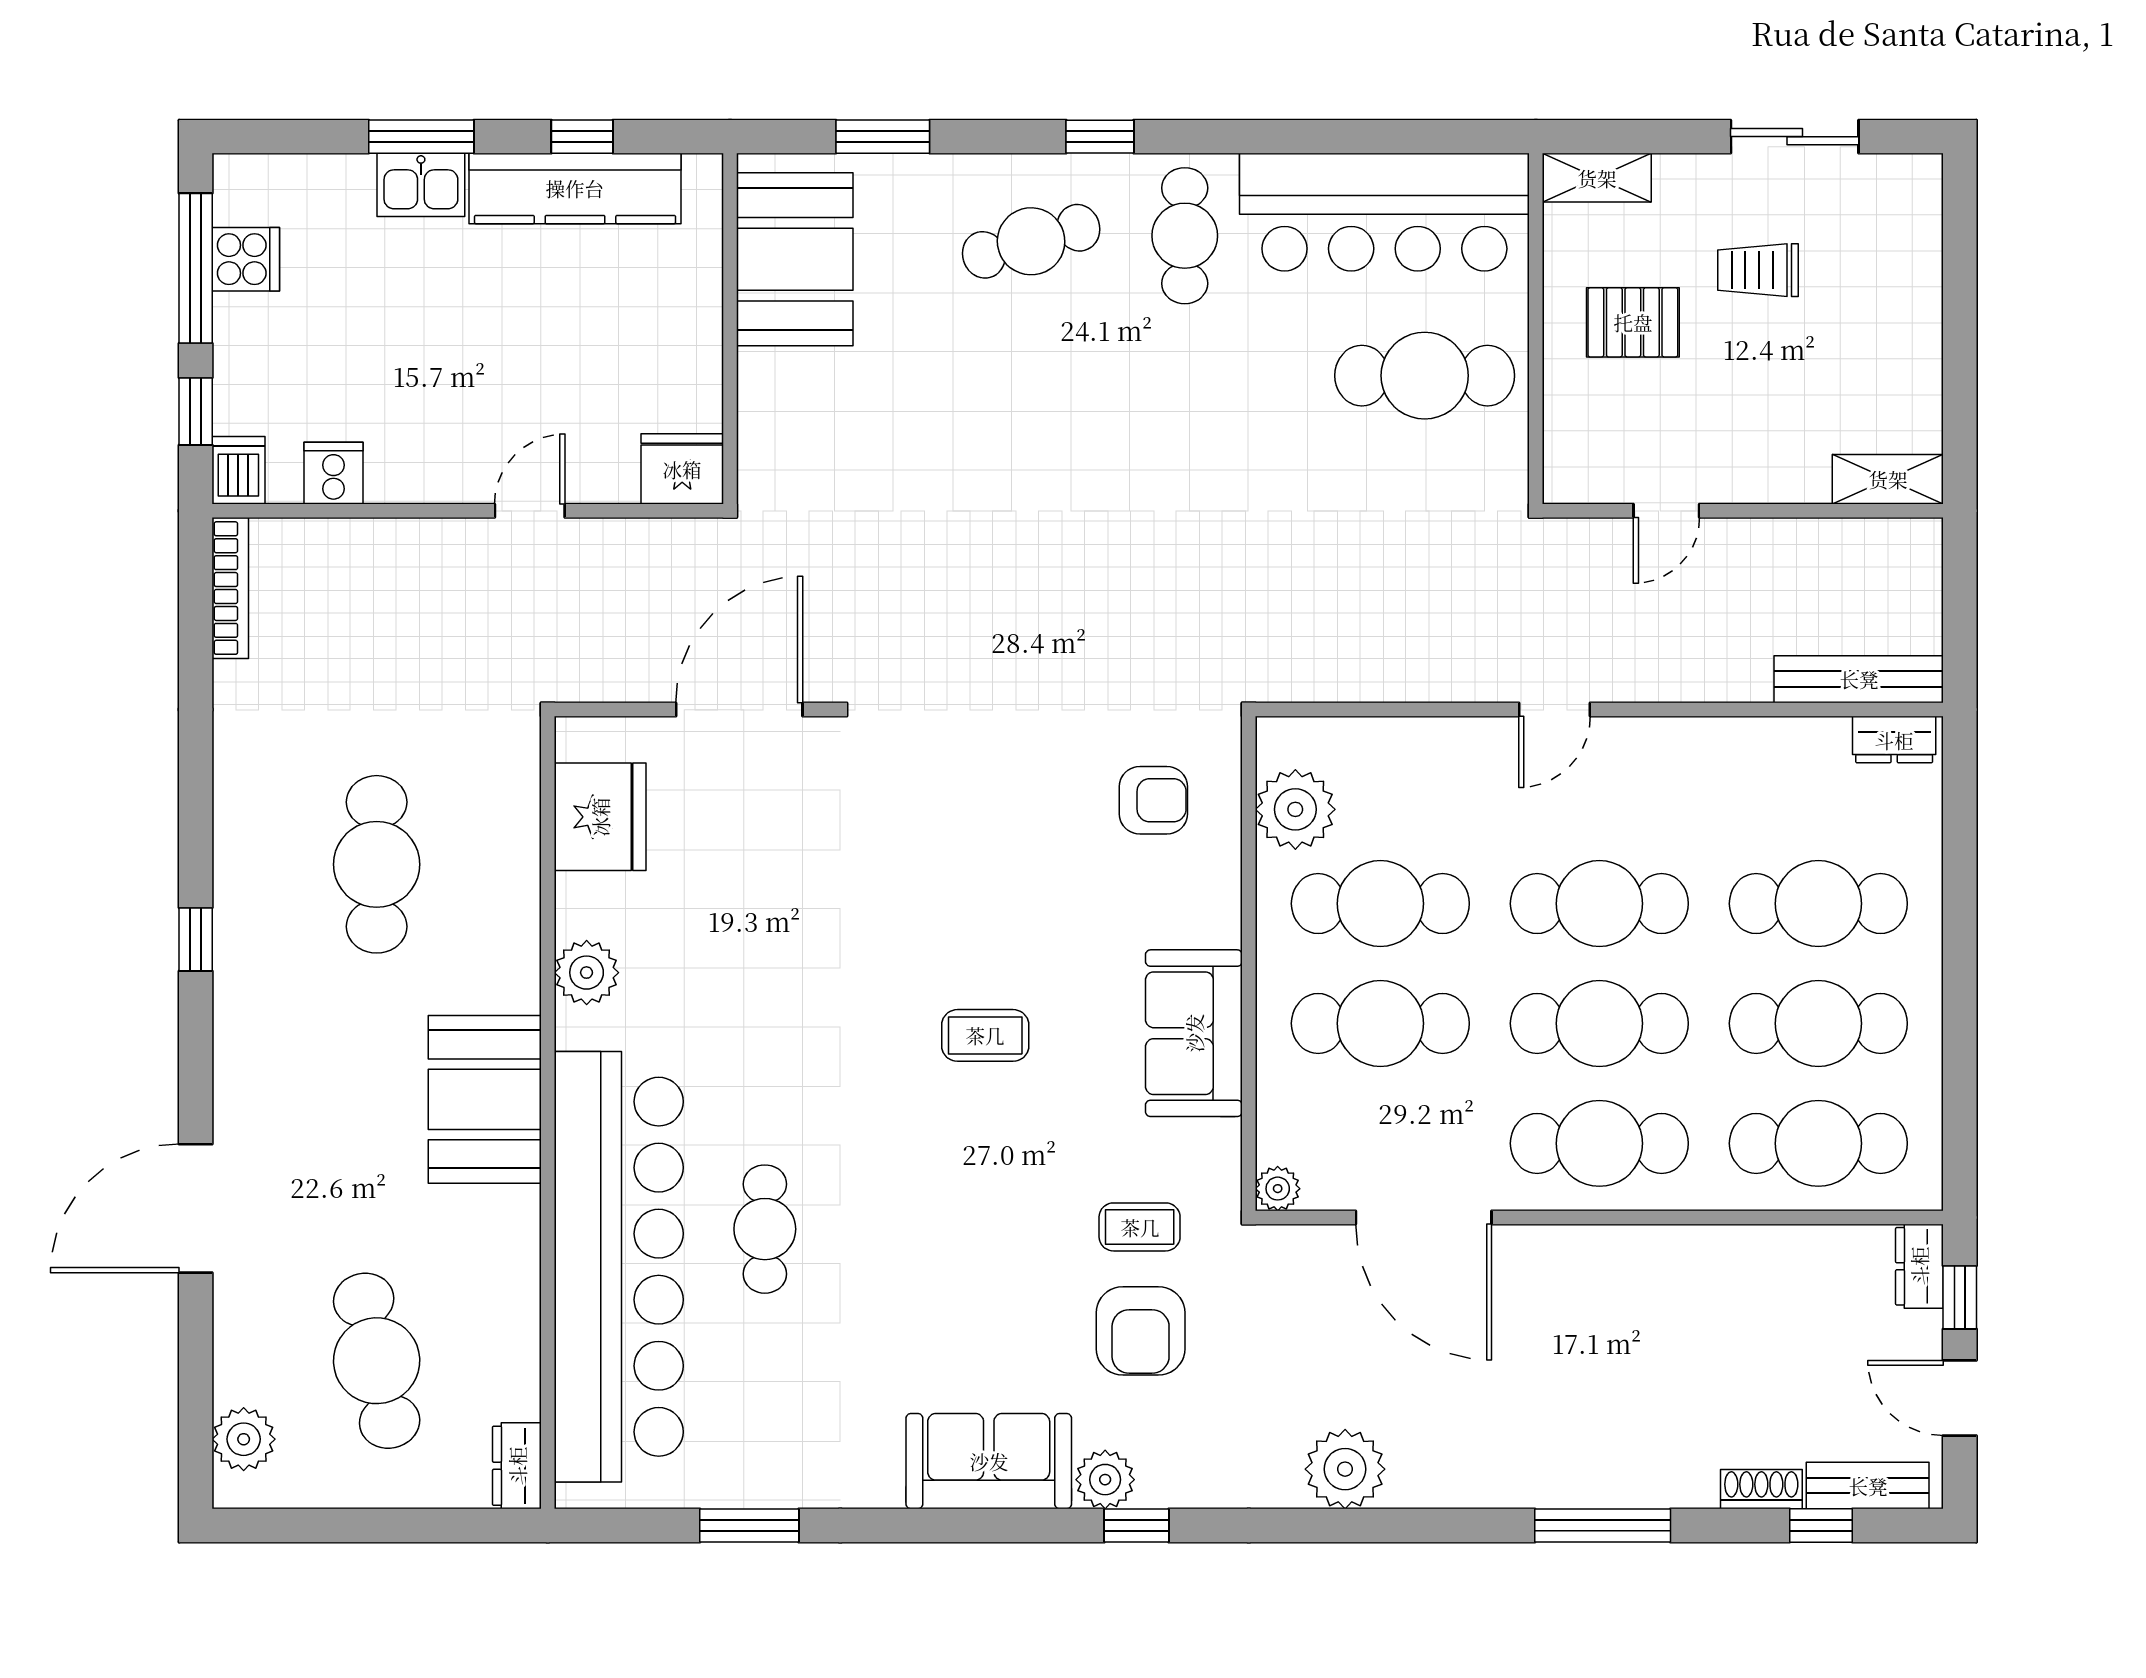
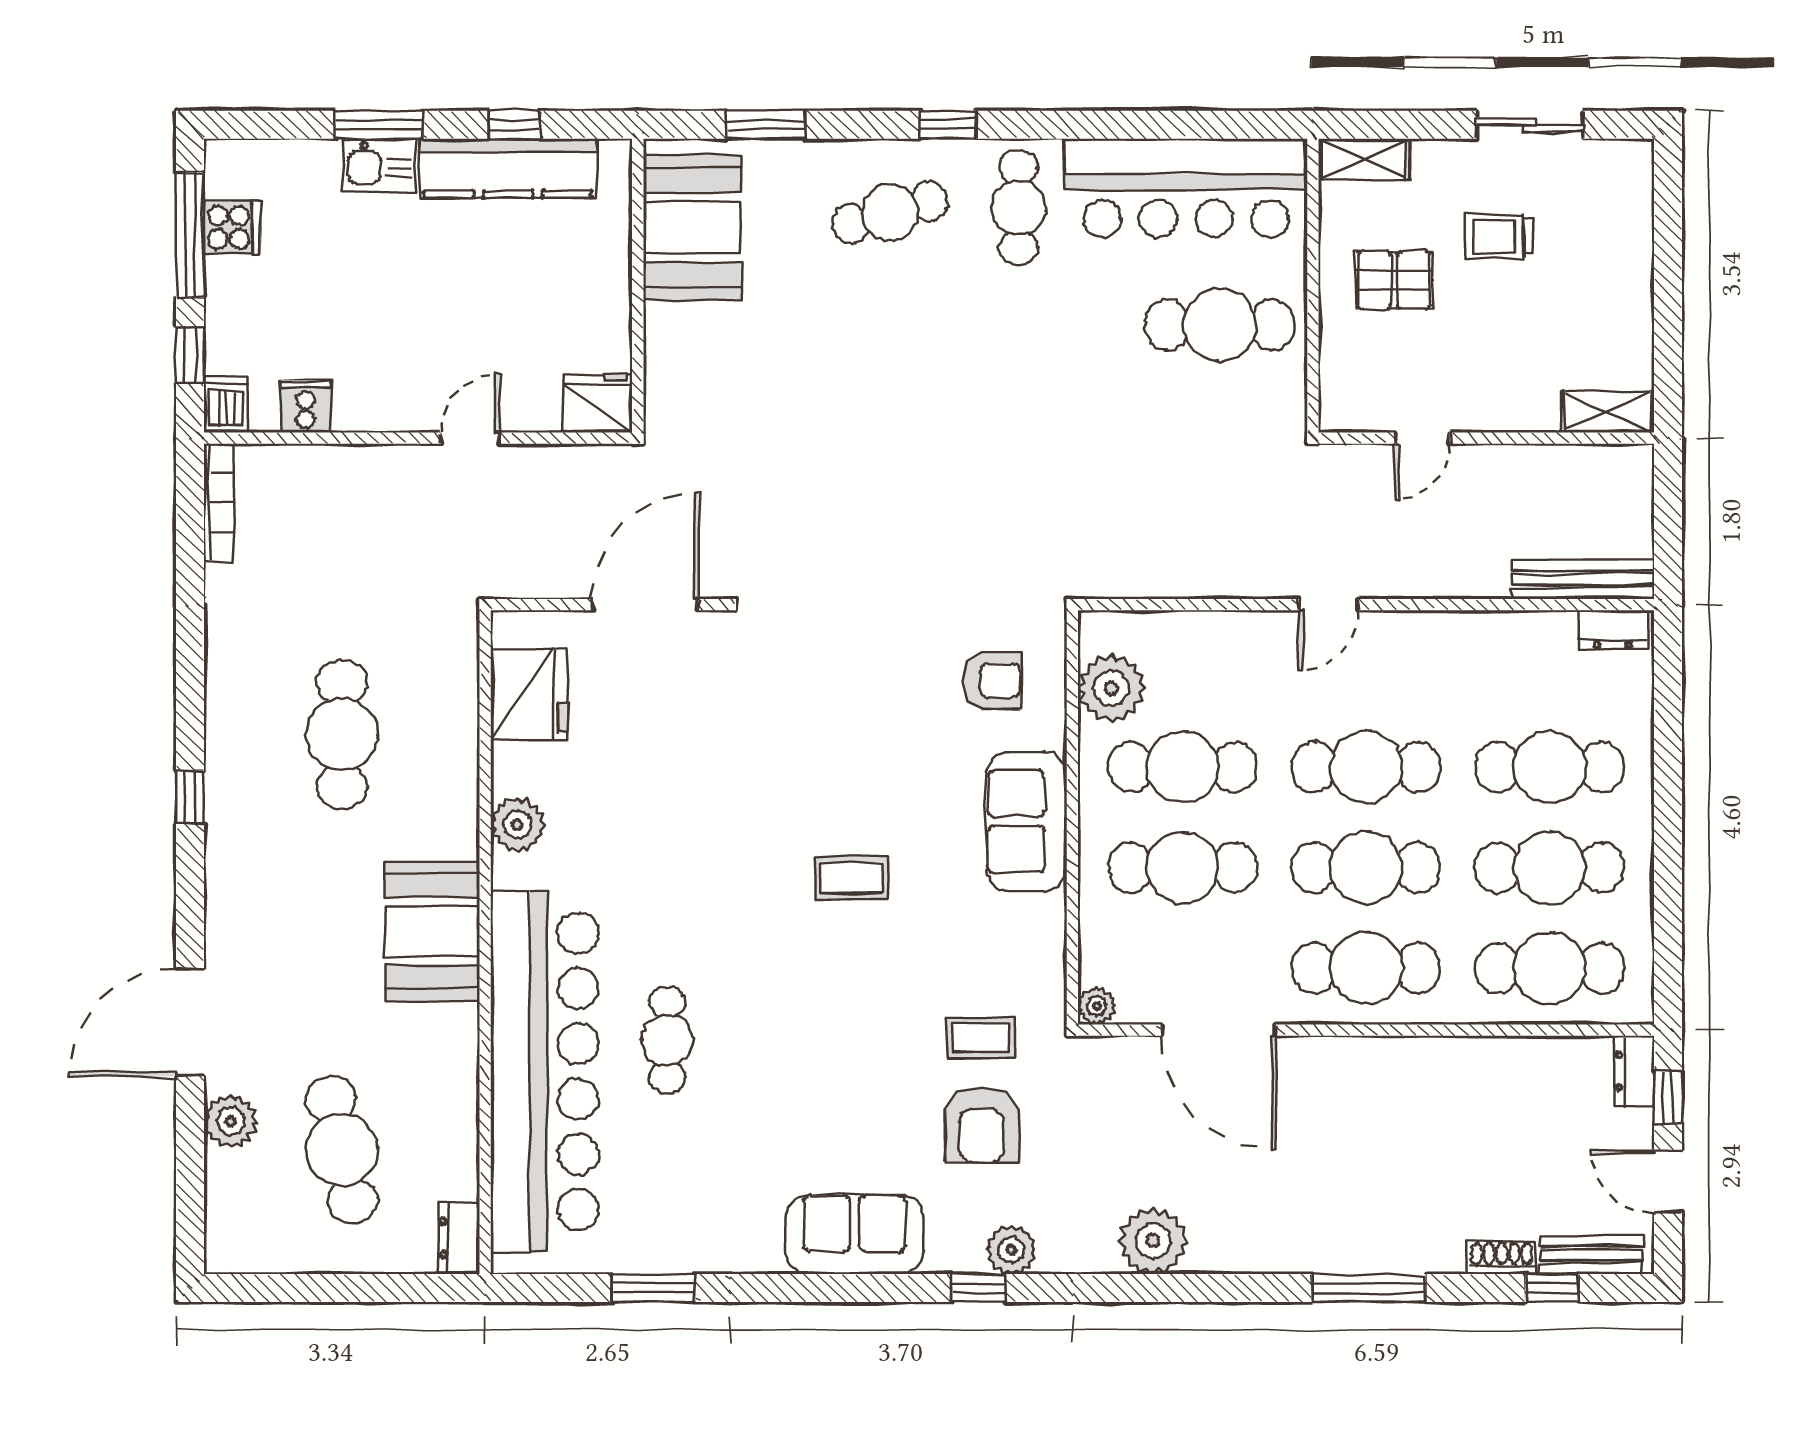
sofa: (1194, 1033) -> (1026, 821), moved
plant: (244, 1439) -> (230, 1121), moved
plant: (1105, 1480) -> (1011, 1250), moved

